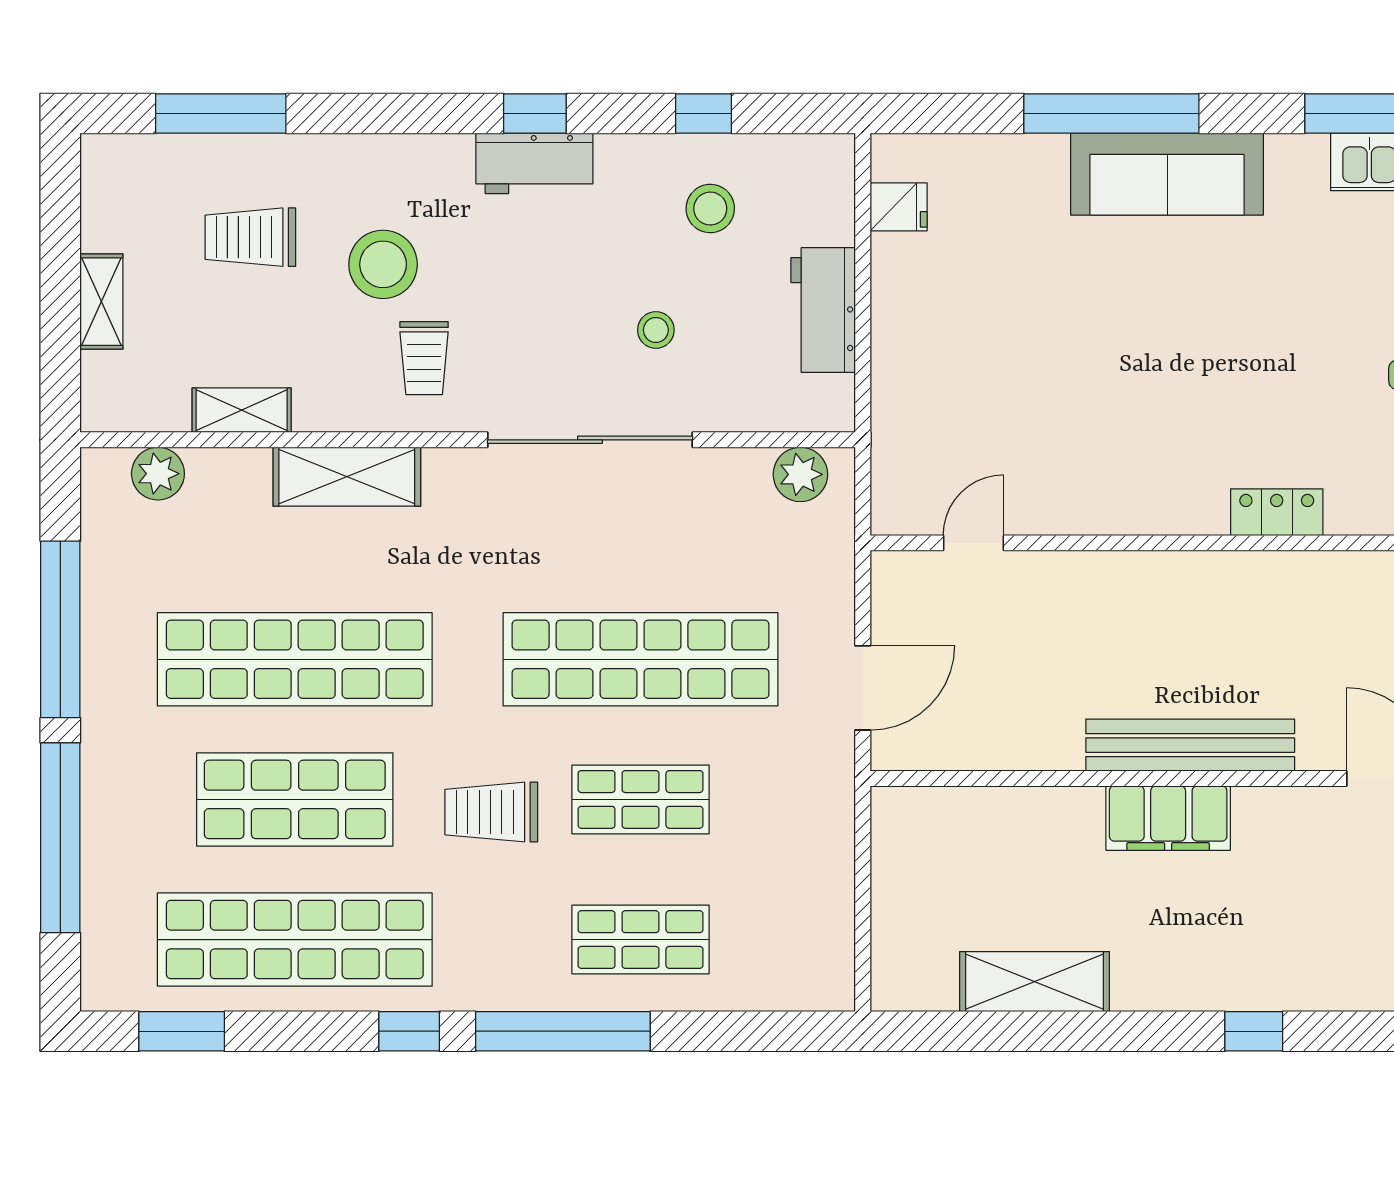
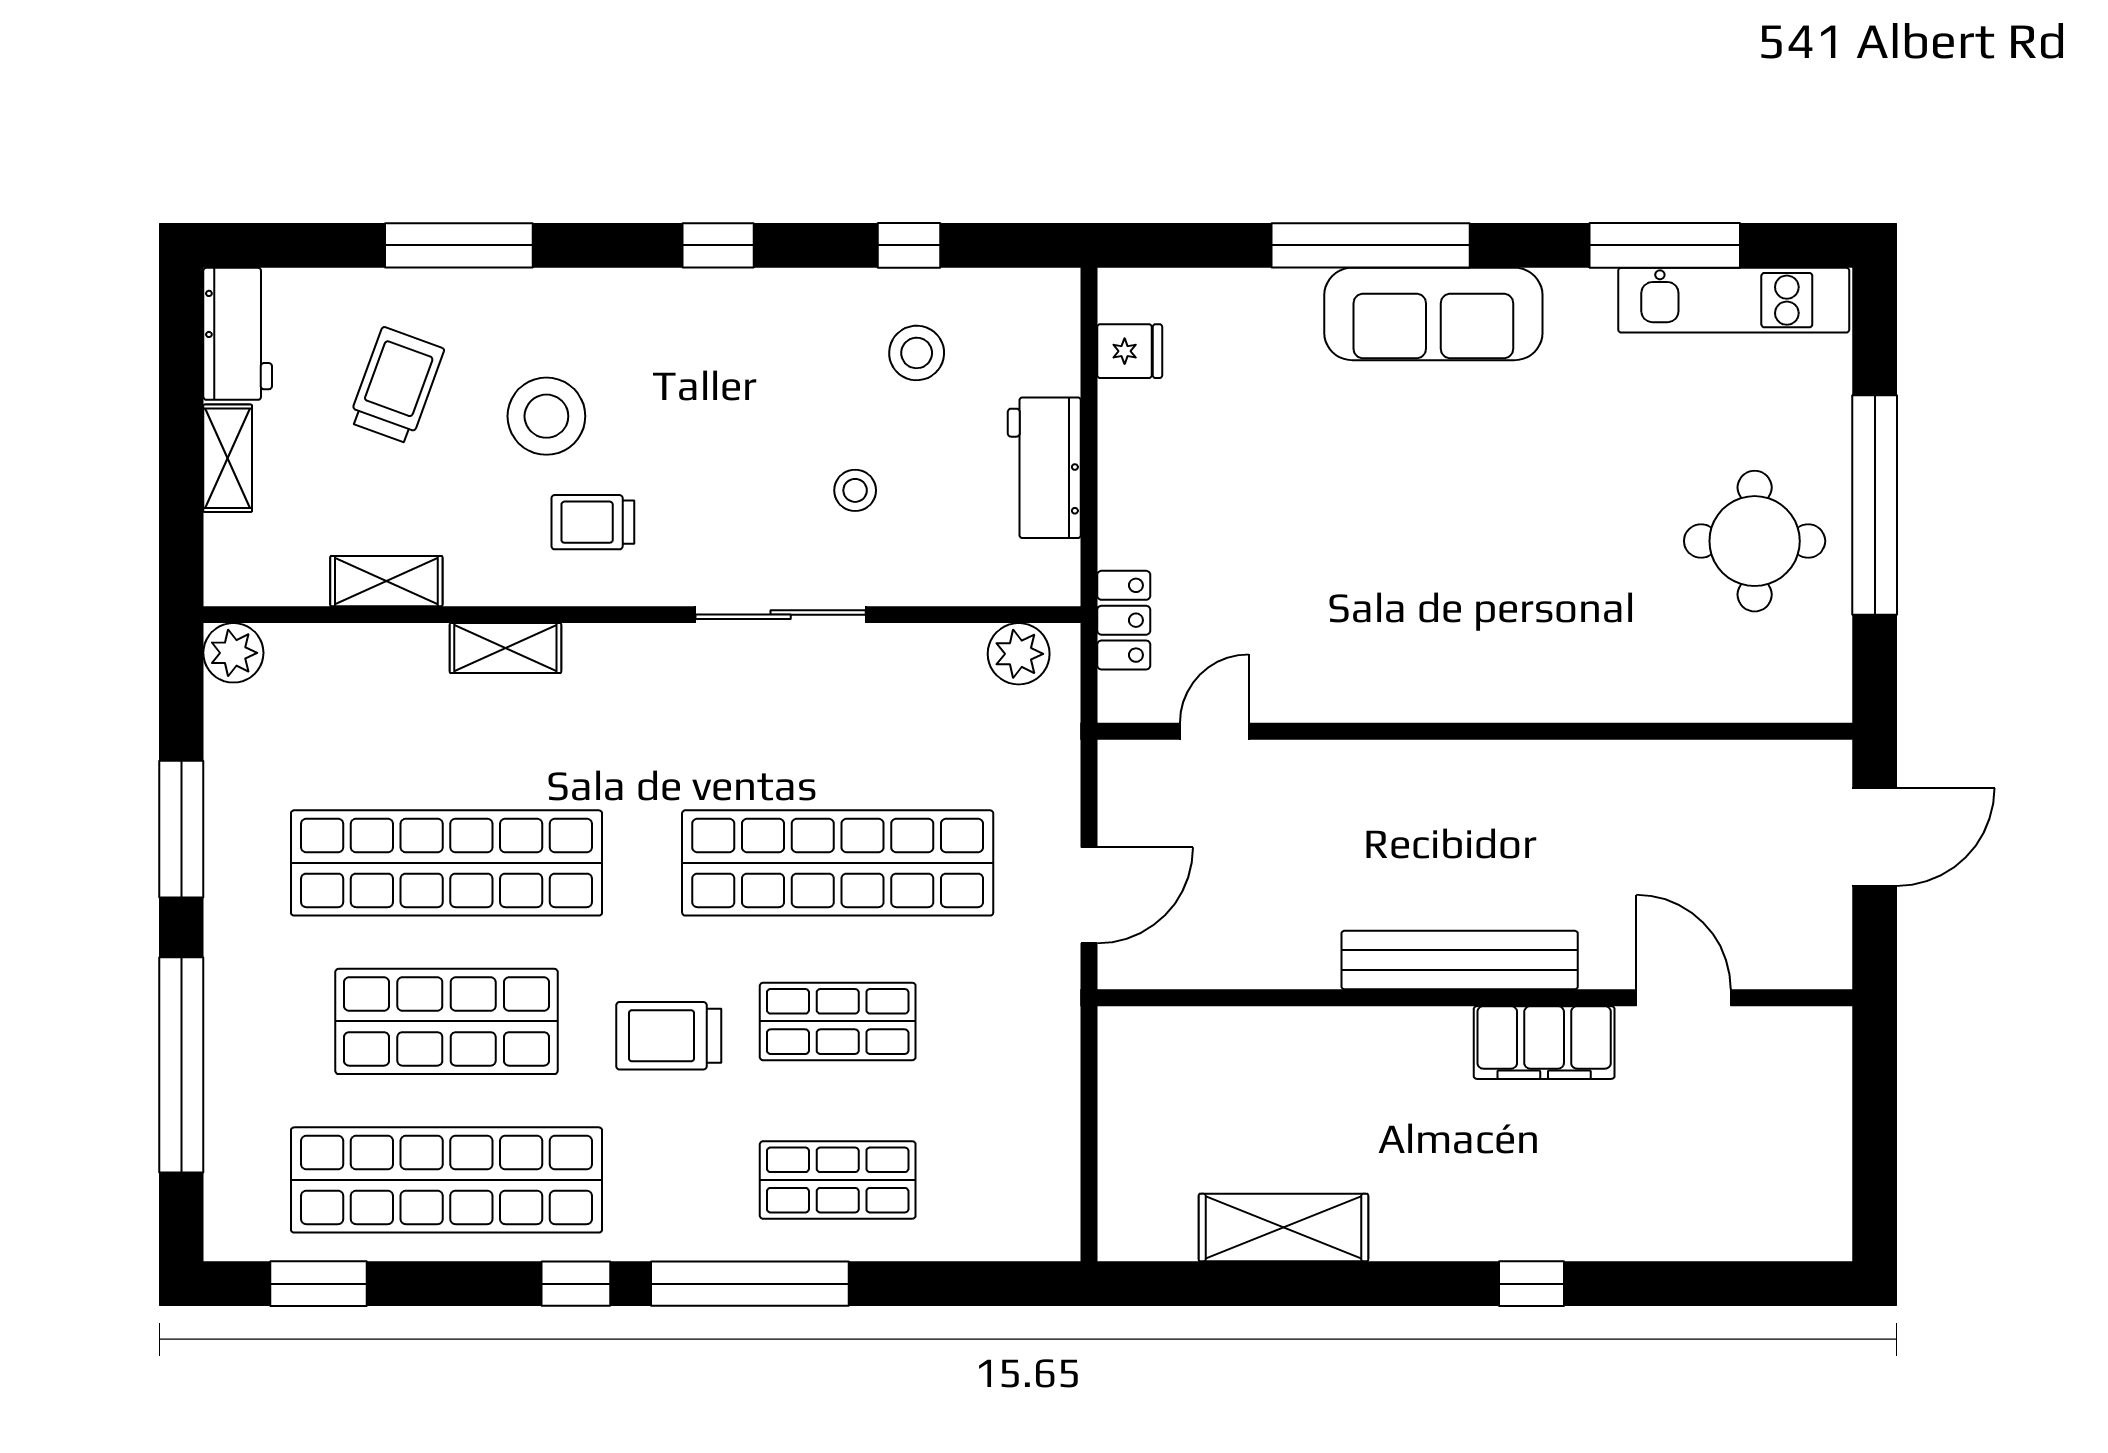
window: (221, 113) -> (459, 245), moved
workbench: (534, 163) -> (238, 334), moved, turned -90
trolley: (250, 237) -> (396, 385), turned 110
trolley: (424, 358) -> (593, 522), turned 90
sliding door: (590, 440) -> (781, 615), width x0.73
plant: (158, 474) -> (233, 653), moved
shelving: (347, 477) -> (505, 648), width x0.67, depth x0.75
locker: (1277, 512) -> (1124, 620), moved, turned 90
window: (60, 629) -> (181, 829), width x0.68
filing cabinet: (1168, 818) -> (1544, 1043), moved

